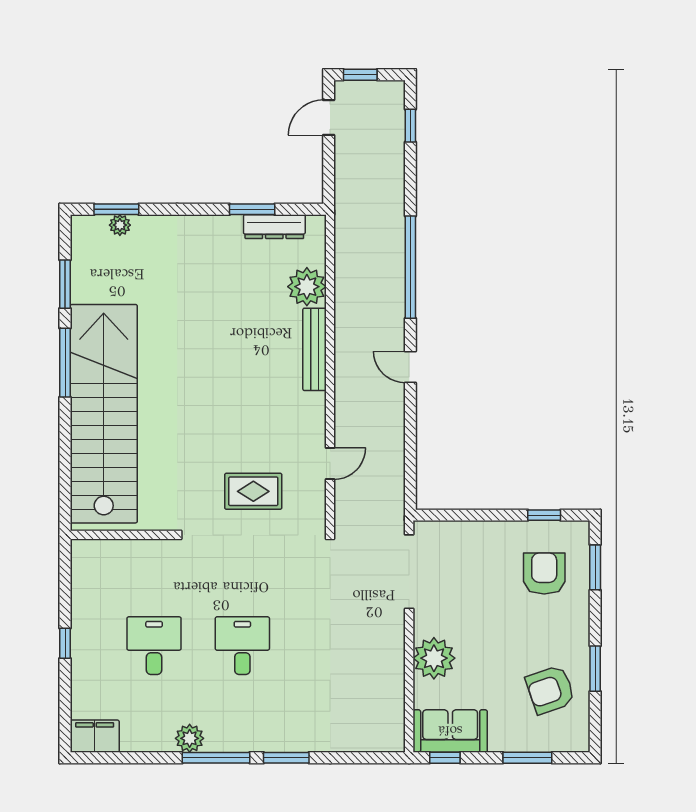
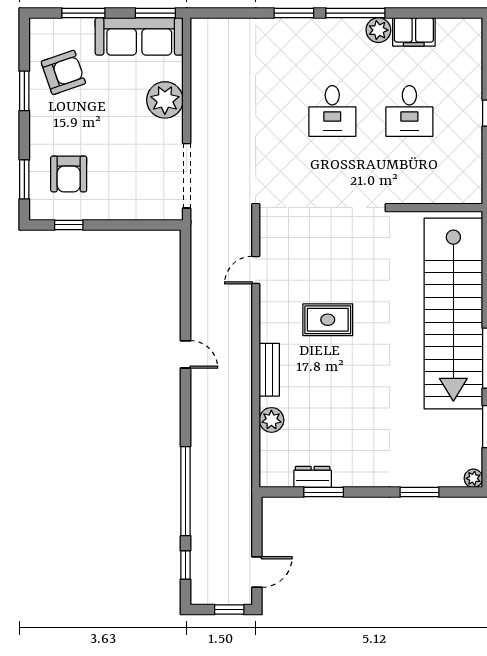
window: (116, 209) -> (419, 492), moved
plant: (120, 225) -> (473, 478), moved
dresser: (274, 227) -> (313, 477), width x0.70
window: (410, 267) -> (185, 491), moved
plant: (307, 287) -> (271, 420), width x0.73, depth x0.73
bench: (315, 349) -> (269, 370), width x0.73
rug: (253, 491) -> (328, 320), moved
sofa: (450, 731) -> (139, 36), width x1.36
filing cabinet: (95, 736) -> (414, 32), moved
window: (445, 758) -> (155, 13), width x1.50

